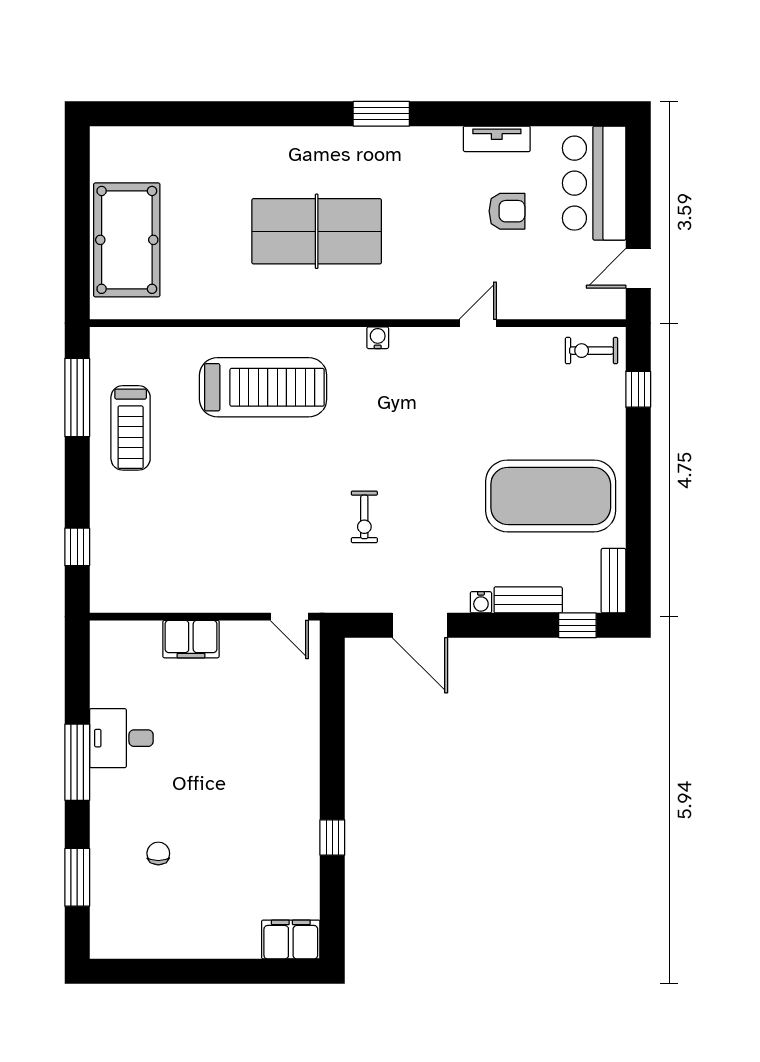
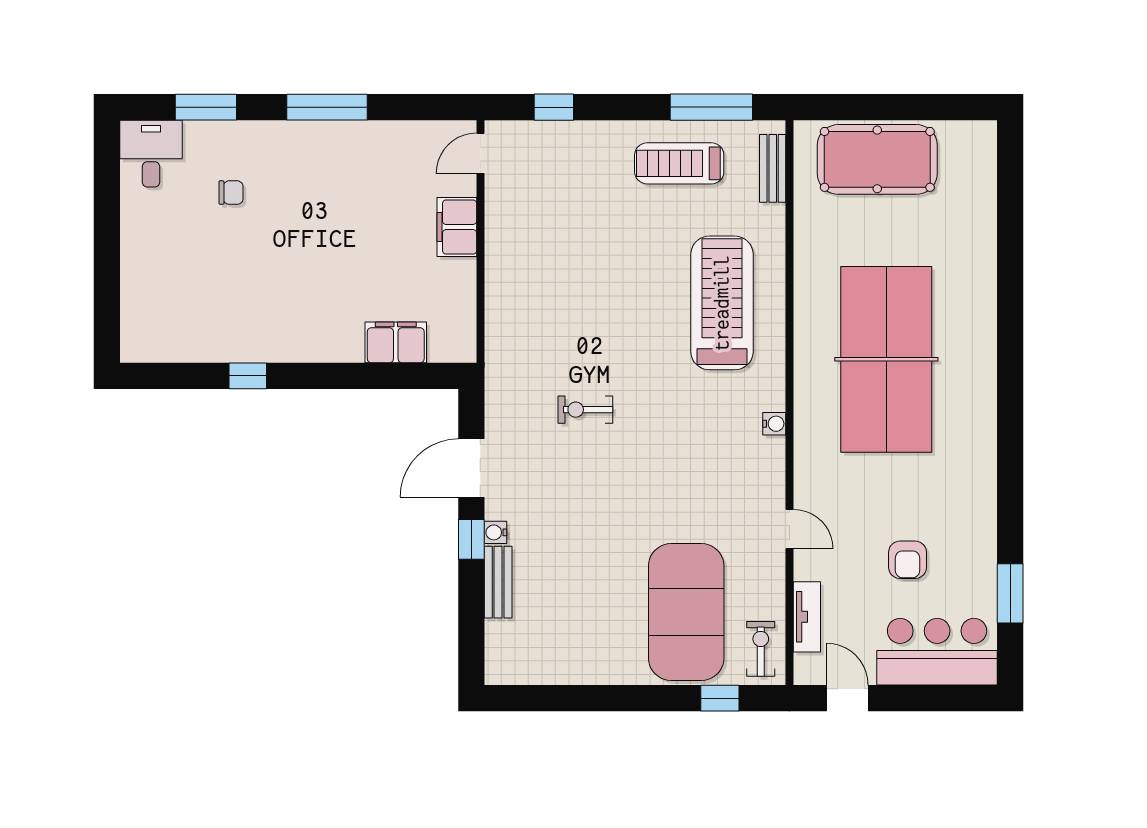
window: (381, 114) -> (1010, 593), moved
tv unit: (497, 139) -> (807, 617), moved, turned 180
table tennis table: (317, 231) -> (886, 359), width x1.36, depth x1.32
treadmill: (263, 387) -> (722, 303), turned 180
exercise mat: (551, 496) -> (686, 612), moved
bench: (613, 581) -> (773, 168), moved, turned 90
door: (289, 617) -> (480, 153), moved
window: (577, 625) -> (471, 539), moved
desk: (121, 738) -> (151, 154), moved
filing cabinet: (291, 939) -> (396, 342), moved, turned -90

